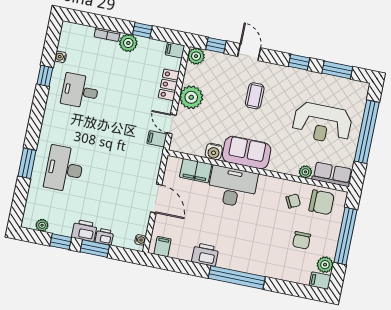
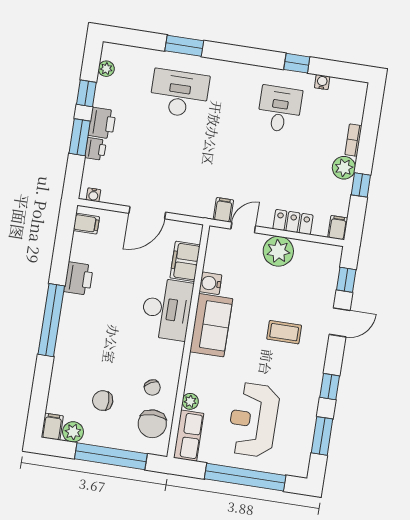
plant: (196, 56) -> (331, 255), removed

